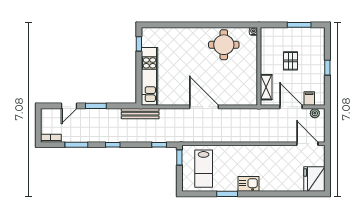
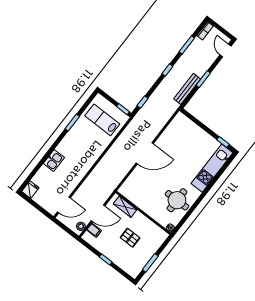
kitchen unit: (149, 76) -> (212, 168), moved, turned 90
door: (69, 106) -> (225, 50), moved
bench: (140, 114) -> (187, 89), moved
fridge: (314, 179) -> (30, 190), width x0.53, depth x0.75
kitchen sink: (248, 184) -> (54, 161), moved

